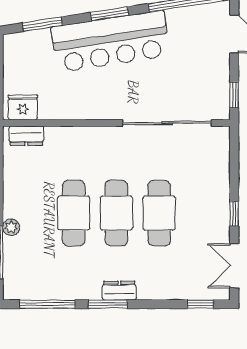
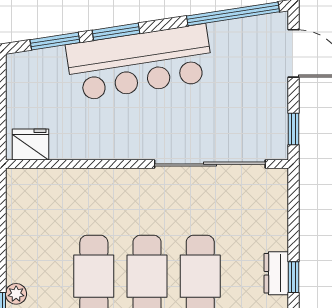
window: (109, 14) -> (116, 32), moved
dresser: (26, 136) -> (276, 273), moved, turned 90

